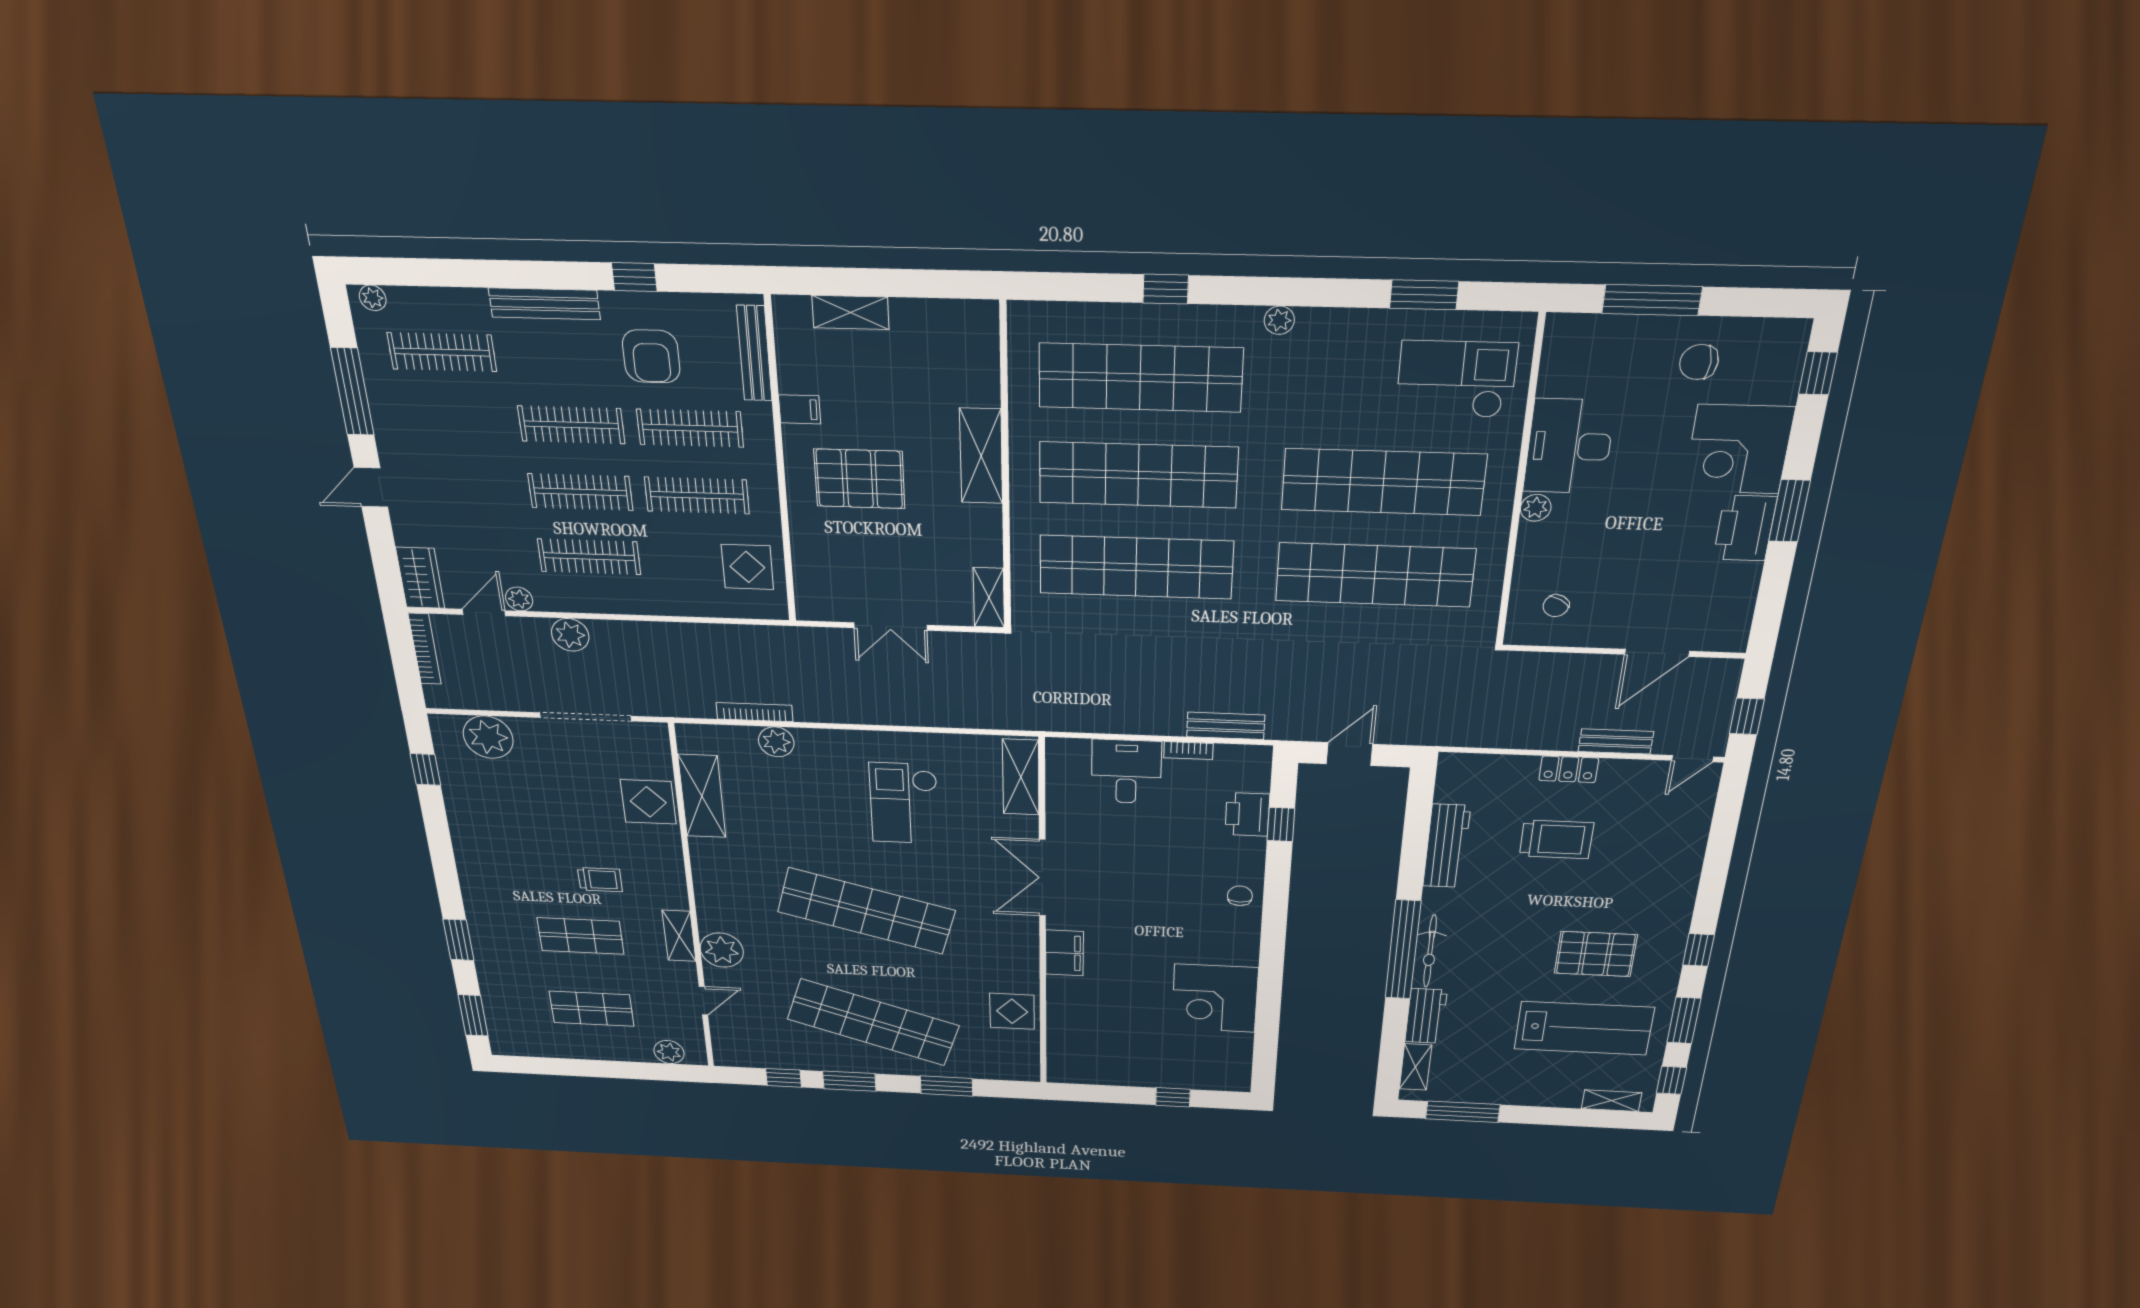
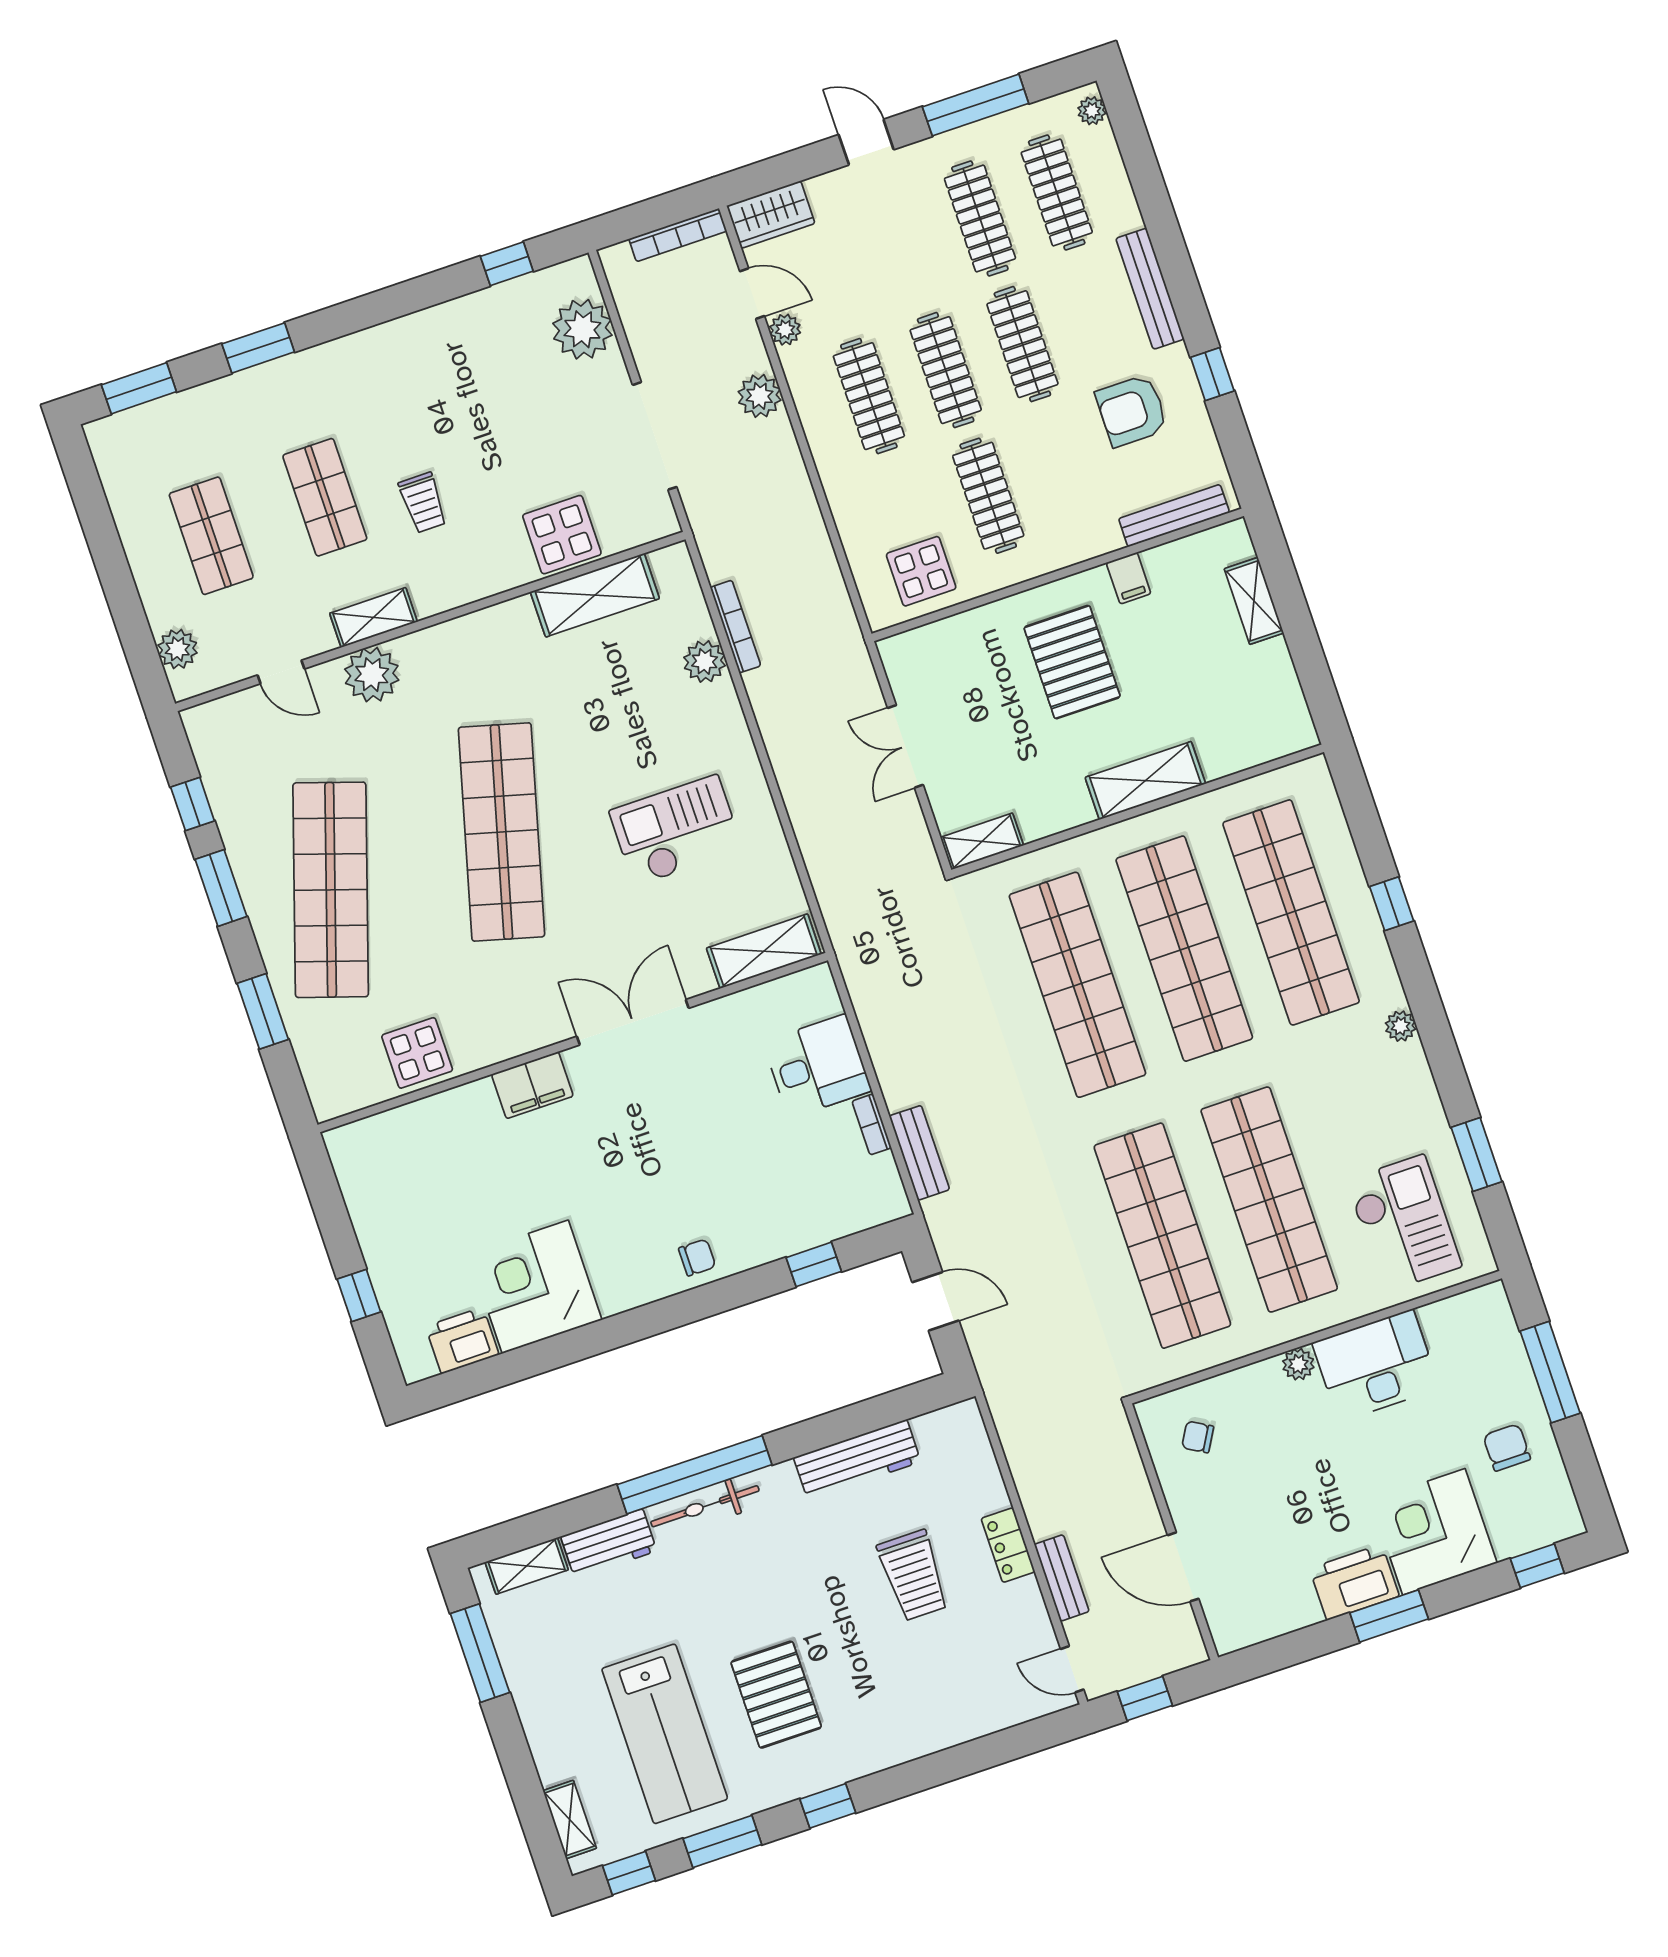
clothes rail: (690, 428) -> (980, 218), moved
printer: (1247, 814) -> (462, 1340), moved

